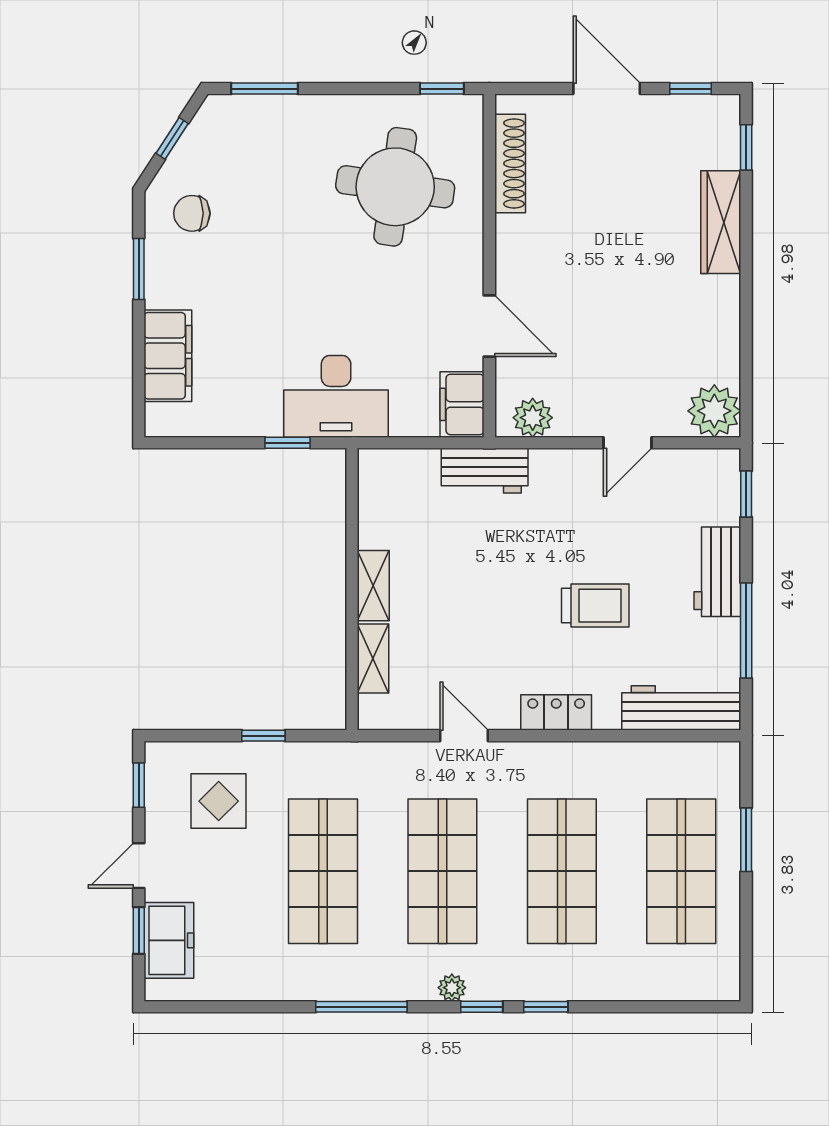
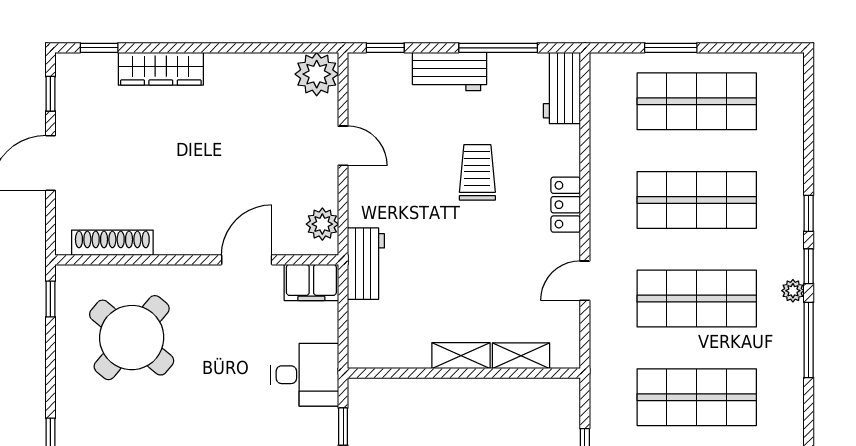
round table: (395, 187) -> (132, 338), turned 32
desk: (336, 396) -> (305, 375), width x0.73
workbench: (681, 708) -> (562, 88), width x0.73
window: (361, 1007) -> (809, 340), moved

